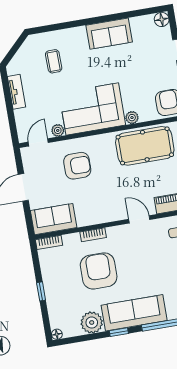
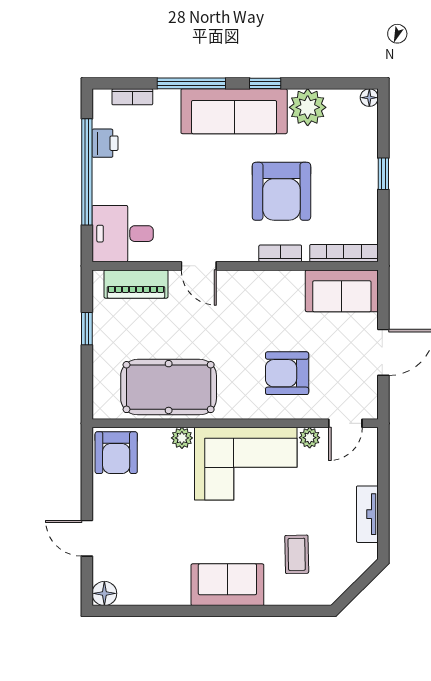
sofa: (109, 34) -> (227, 585), moved
bookcase: (49, 242) -> (344, 253), width x1.56

